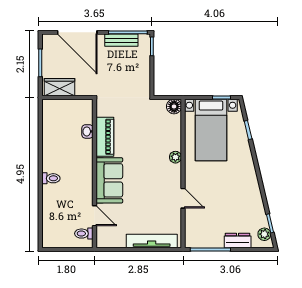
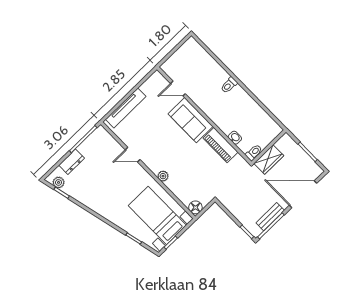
wardrobe: (59, 87) -> (269, 160), moved
toilet: (84, 234) -> (254, 152), moved

